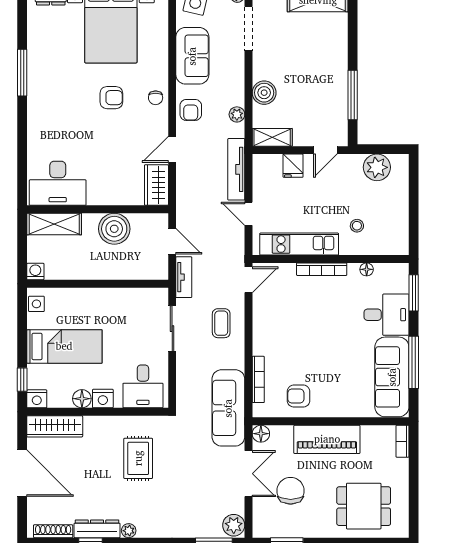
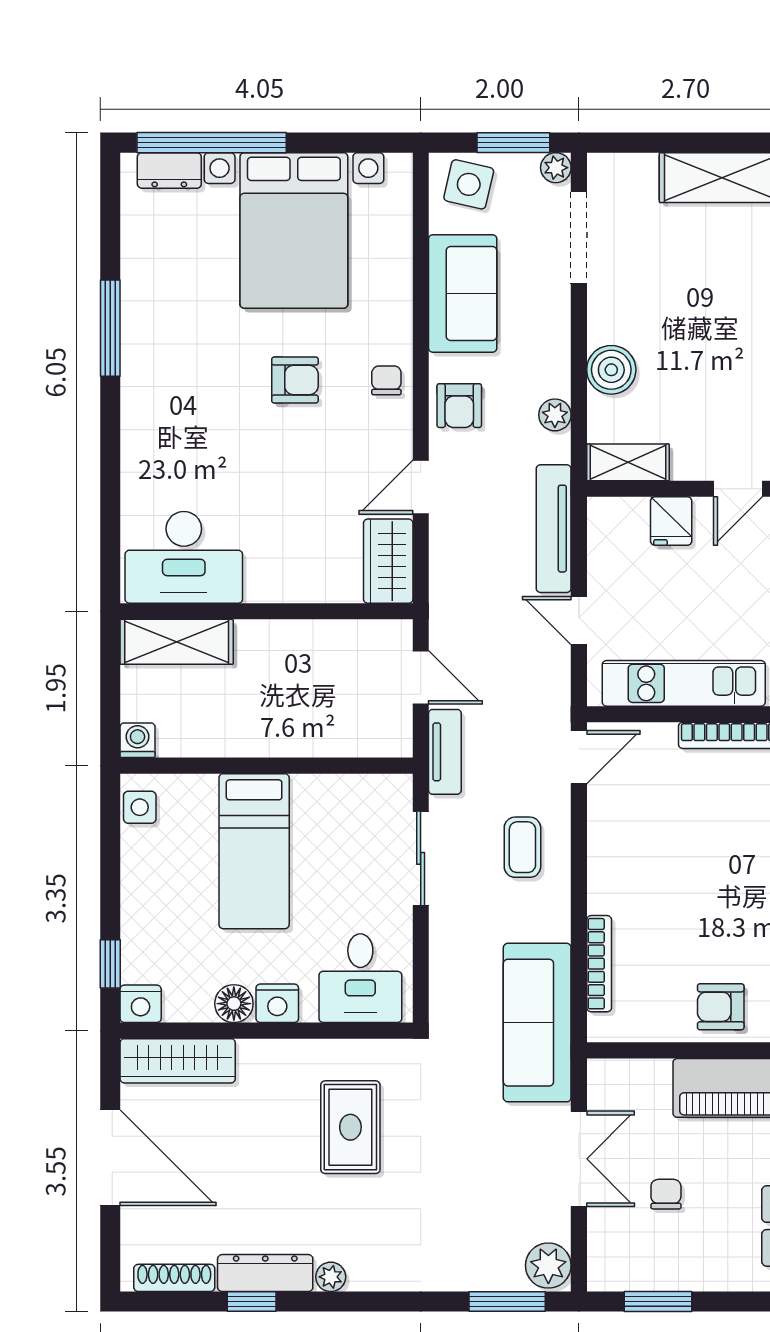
chair: (156, 98) -> (386, 380), turned 180
boiler: (114, 229) -> (301, 652), removed
bed: (64, 346) -> (254, 851), moved, turned 90
armchair: (299, 396) -> (721, 1007), moved
floor lamp: (261, 434) -> (605, 1076), removed
chair: (291, 491) -> (666, 1194), width x0.54, depth x0.54

